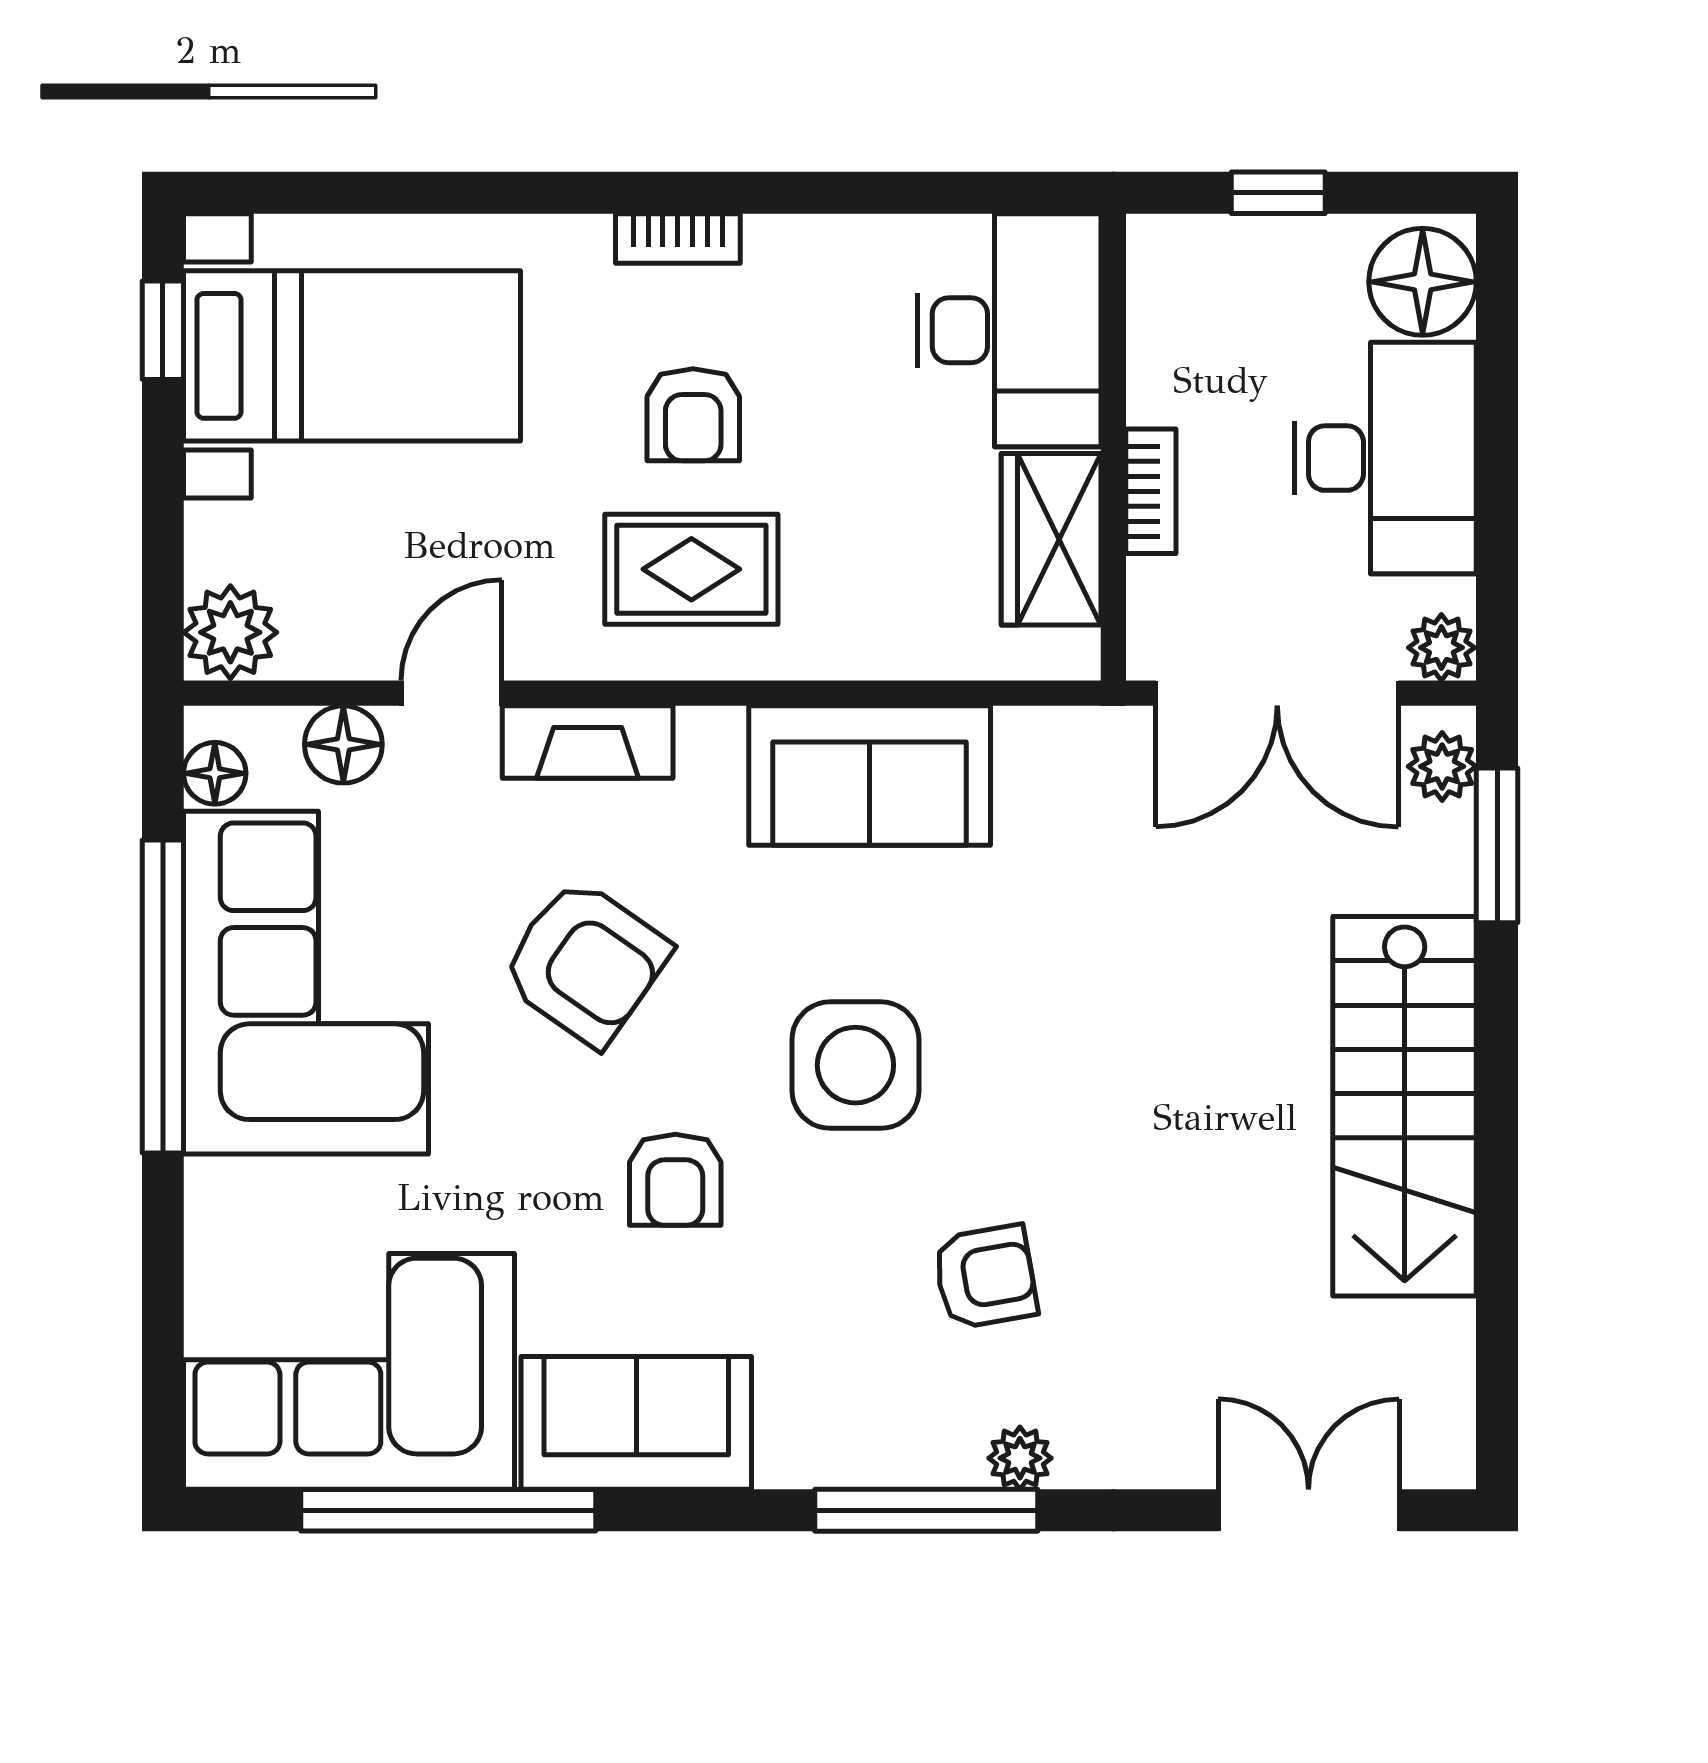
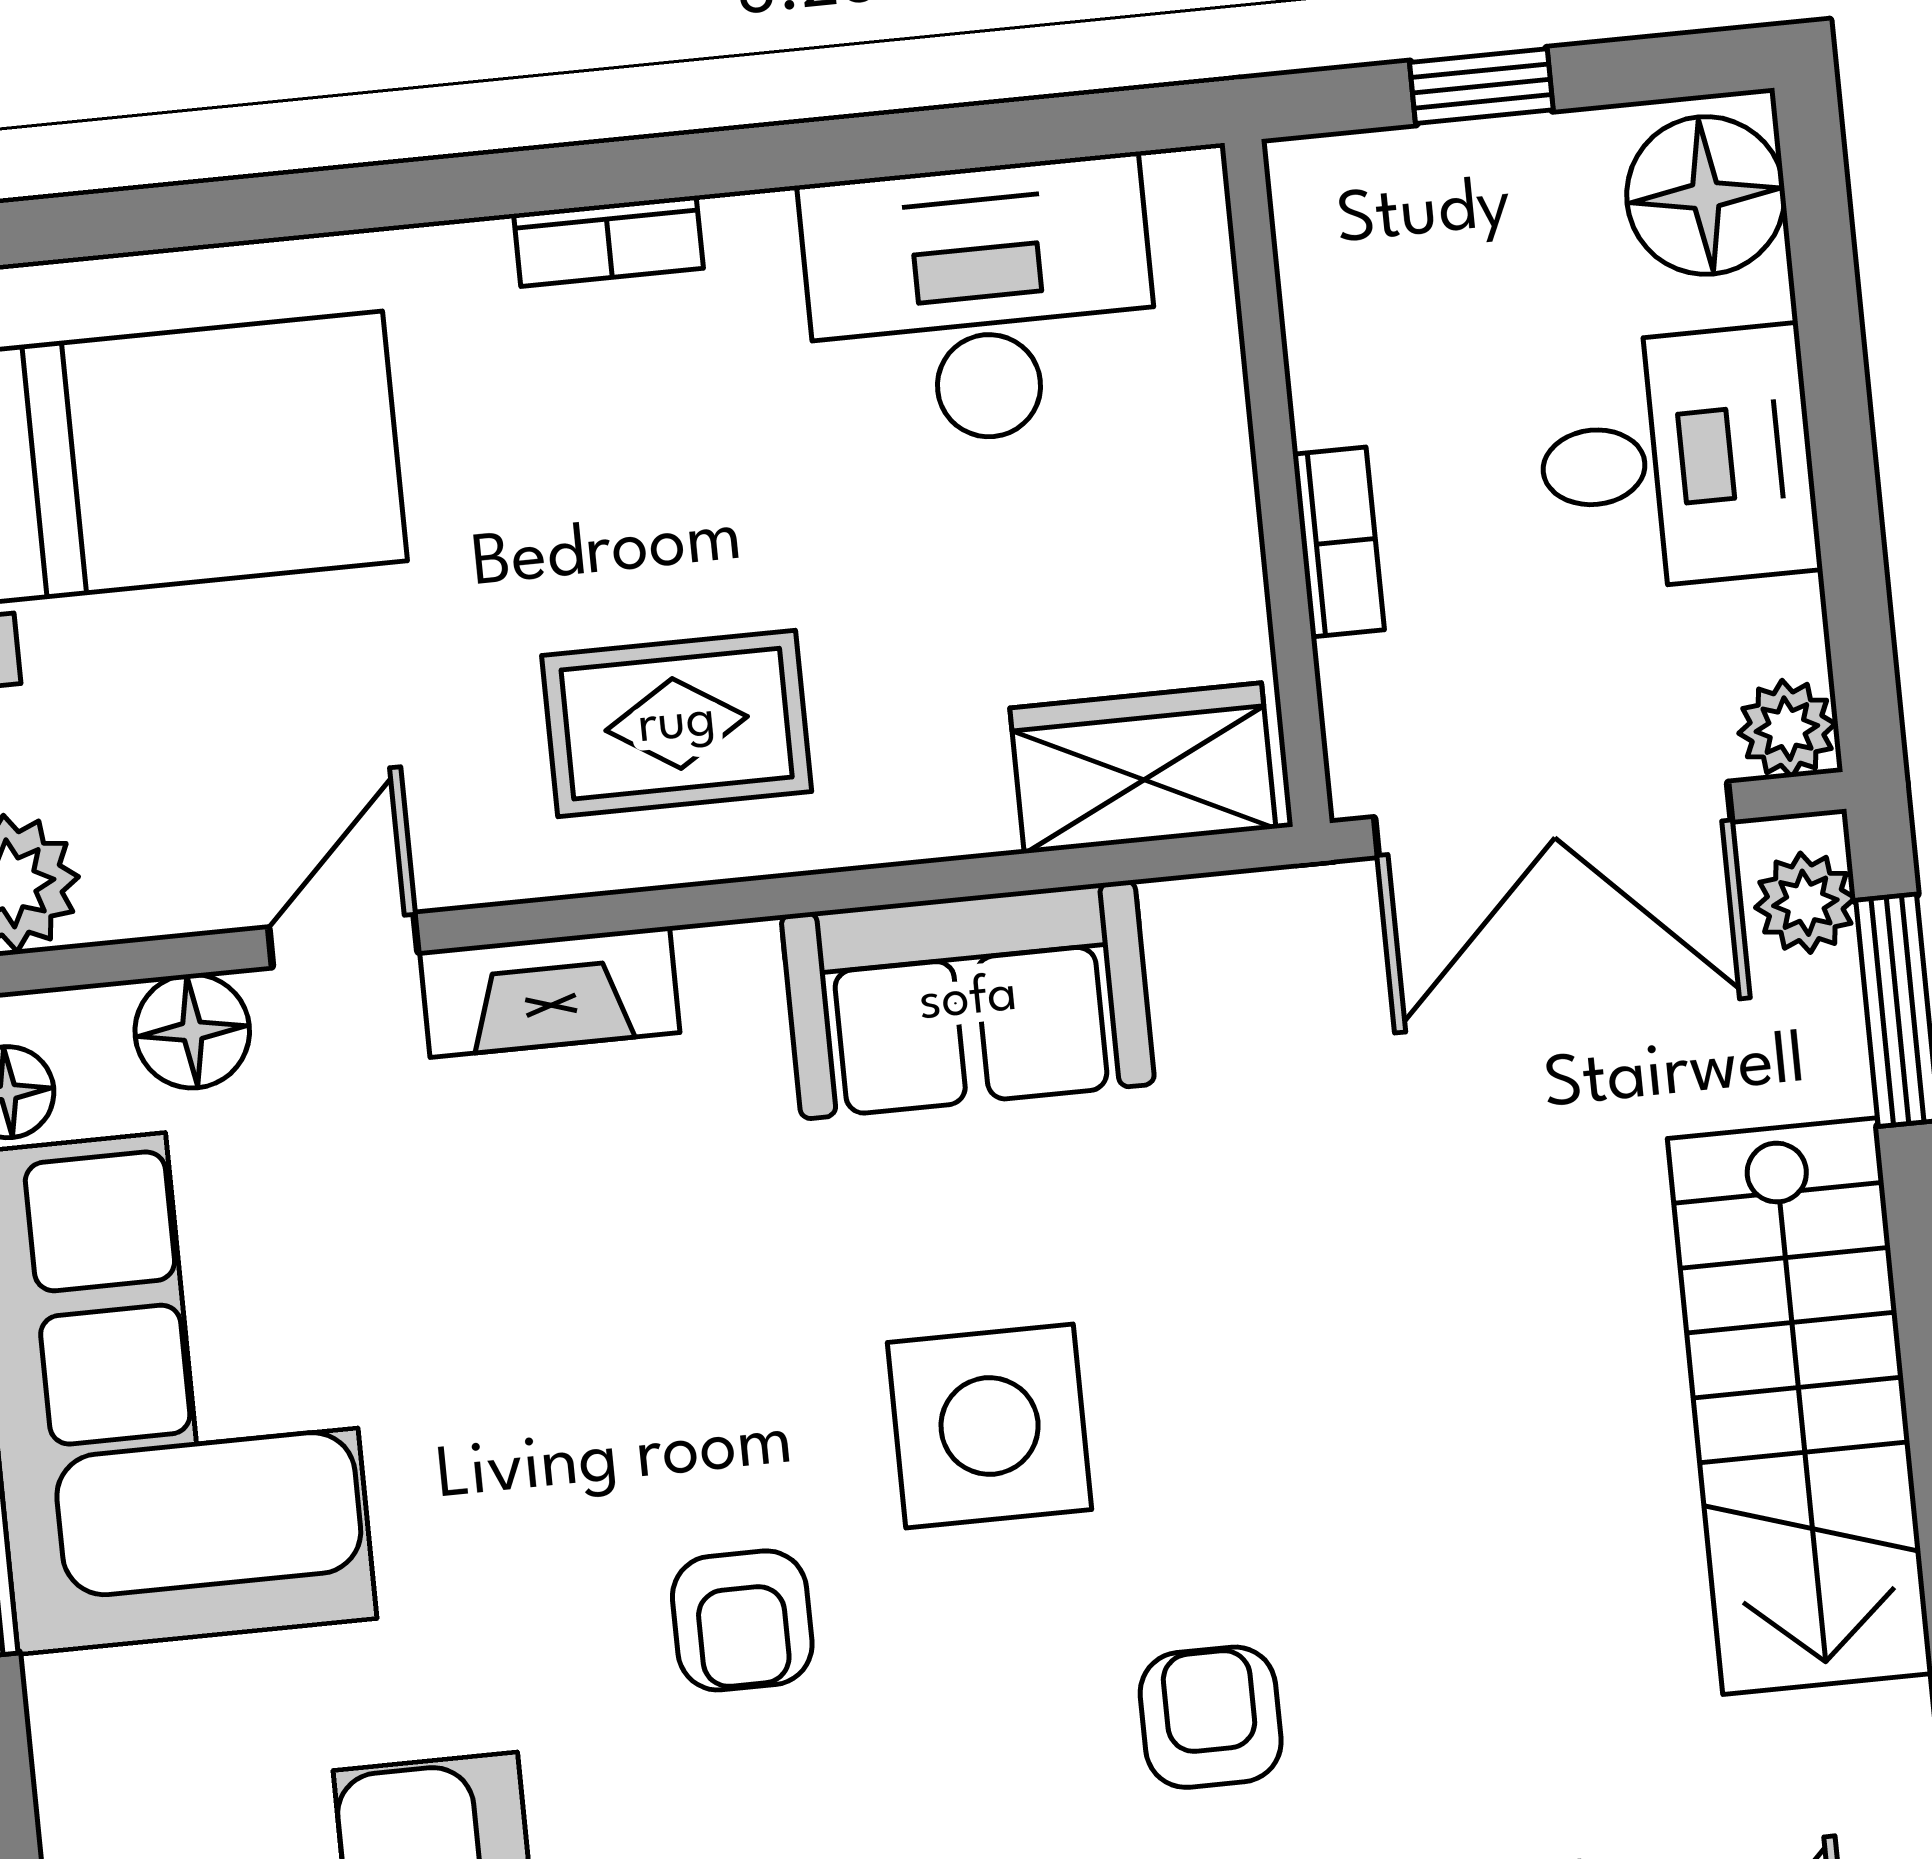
desk: (1009, 330) -> (981, 302), moved, turned -90
armchair: (693, 415) -> (657, 497), removed
desk: (1385, 458) -> (1677, 459), width x0.73
wardrobe: (1051, 539) -> (1143, 768), moved, turned 90
armchair: (585, 962) -> (579, 1315), removed
armchair: (985, 1277) -> (1211, 1717), turned -80

